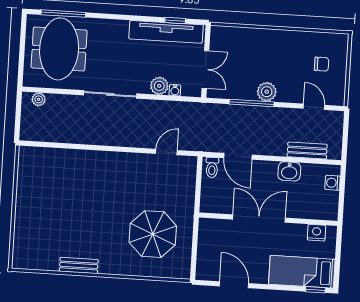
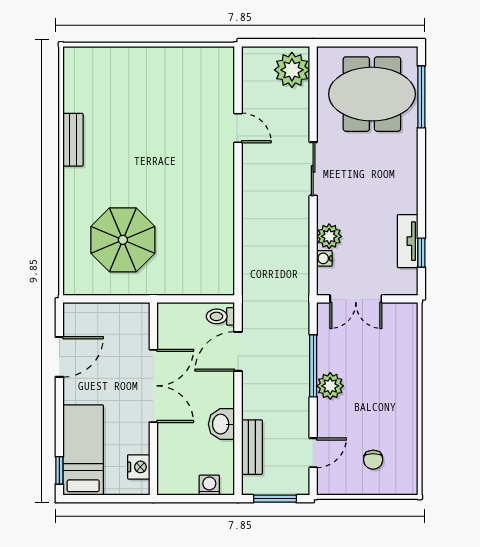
tv unit: (166, 32) -> (408, 241), width x0.52, depth x0.78
sliding door: (110, 94) -> (313, 169), width x0.73
plant: (39, 99) -> (292, 70), width x1.88, depth x1.88
window: (345, 136) -> (275, 499), added
door: (166, 152) -> (238, 128), moved

